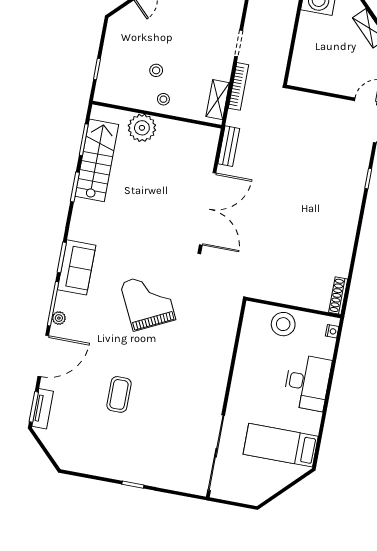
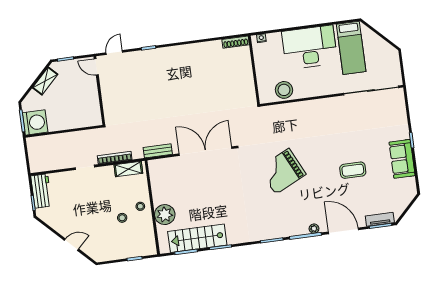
sofa: (77, 267) -> (402, 159), moved, turned -90
stool: (283, 324) -> (284, 90), moved
desk: (307, 382) -> (310, 47), width x1.36, depth x1.30

